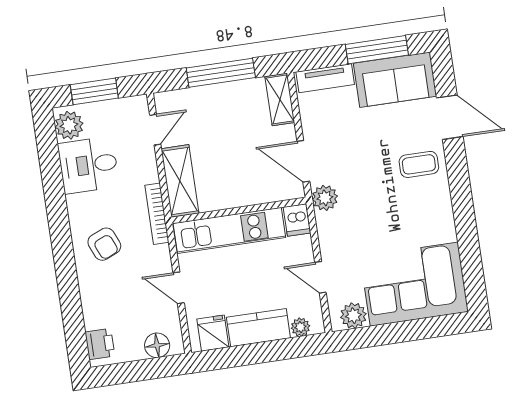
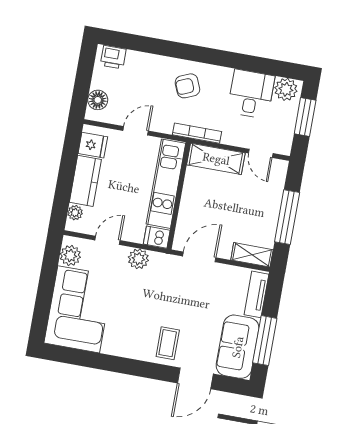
plant: (325, 198) -> (138, 259), moved

